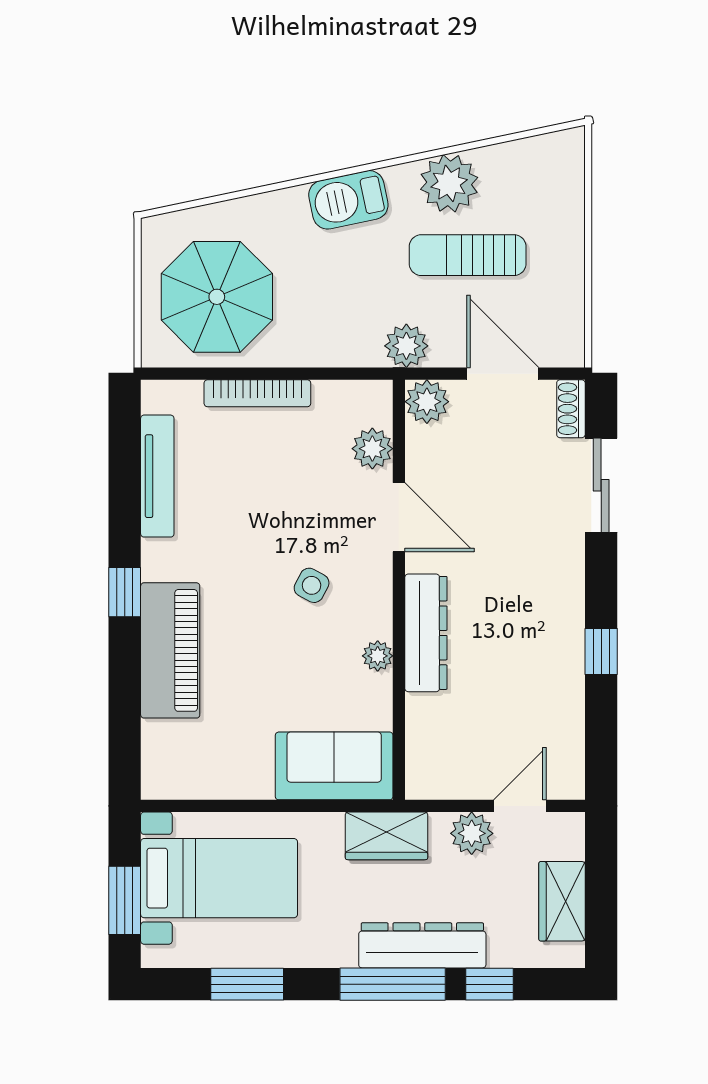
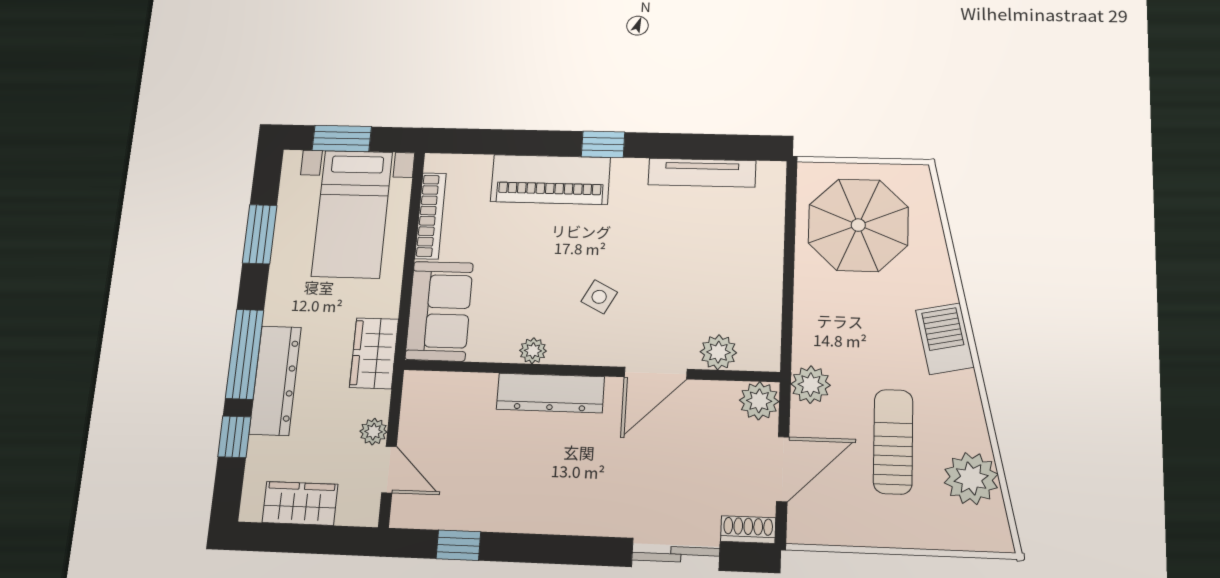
plant: (449, 183) -> (971, 478), moved
bookcase: (257, 393) -> (431, 216), moved, turned 180
window: (601, 652) -> (458, 545), moved
plant: (472, 833) -> (373, 432), width x0.73, depth x0.73

